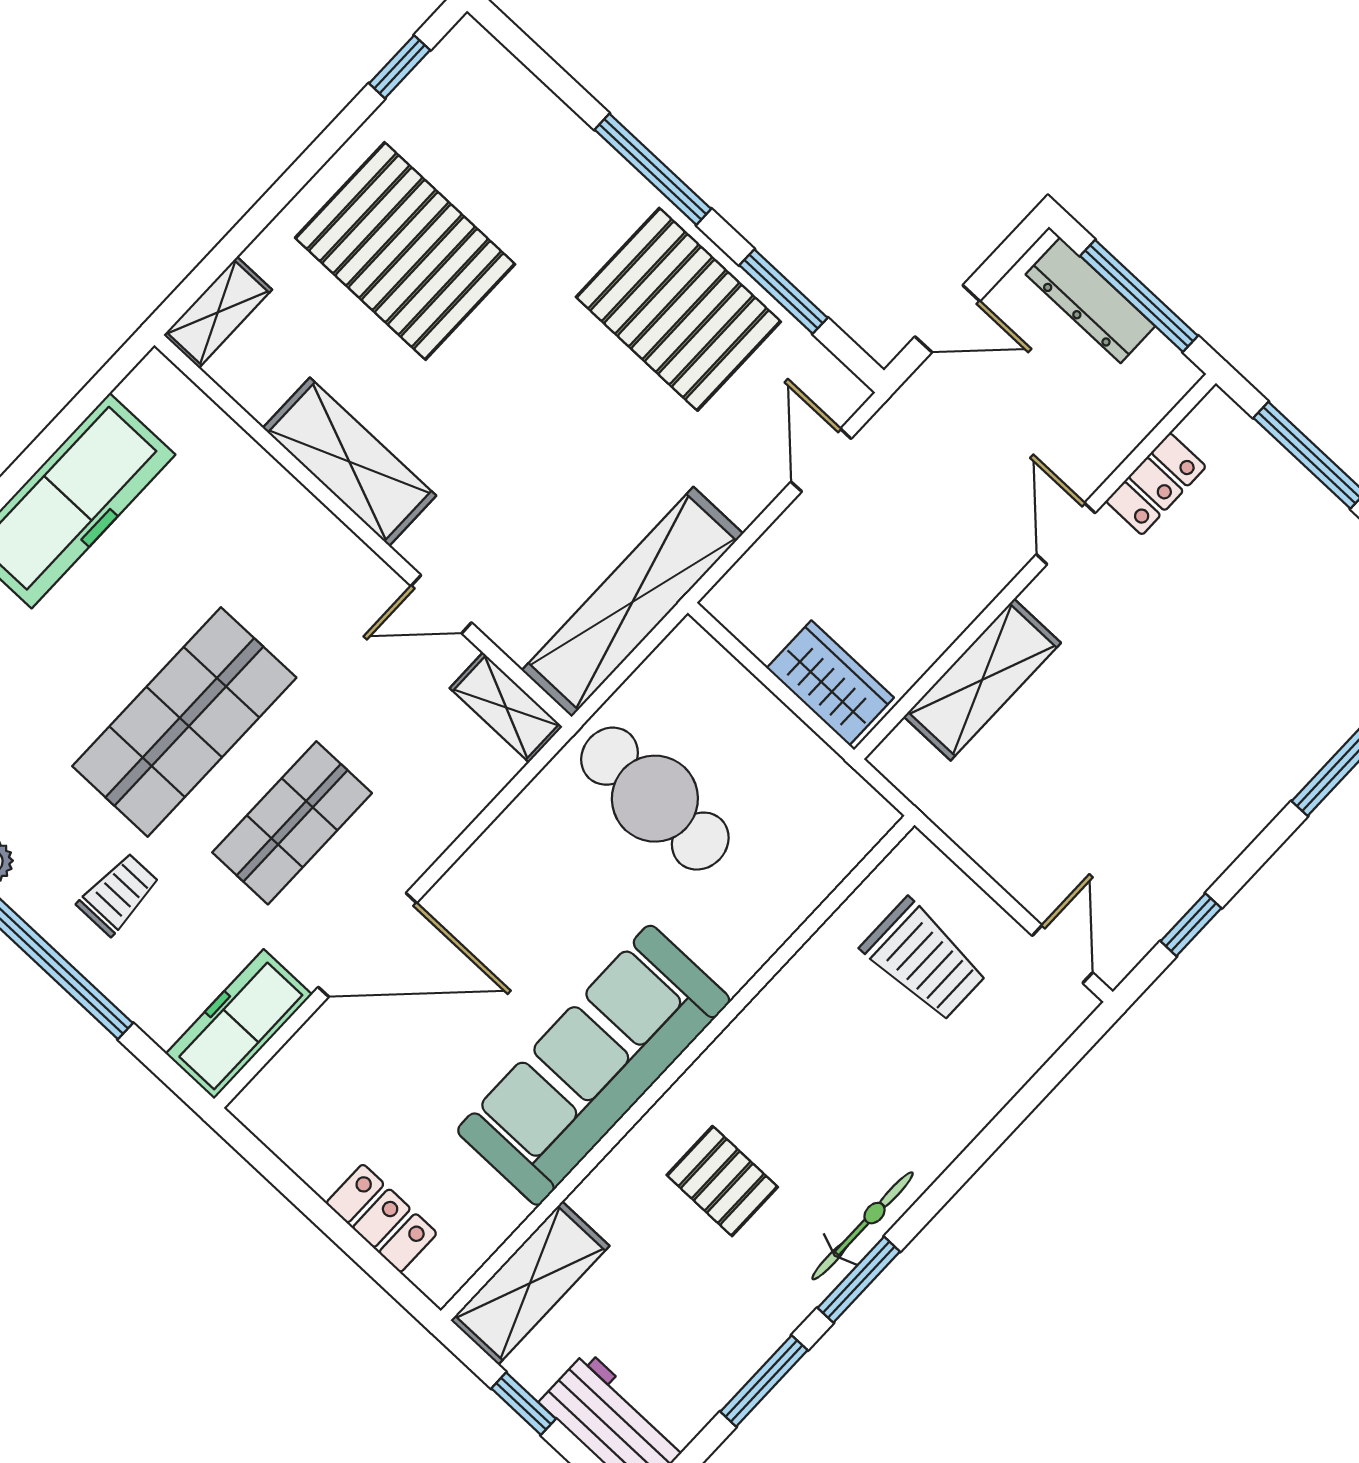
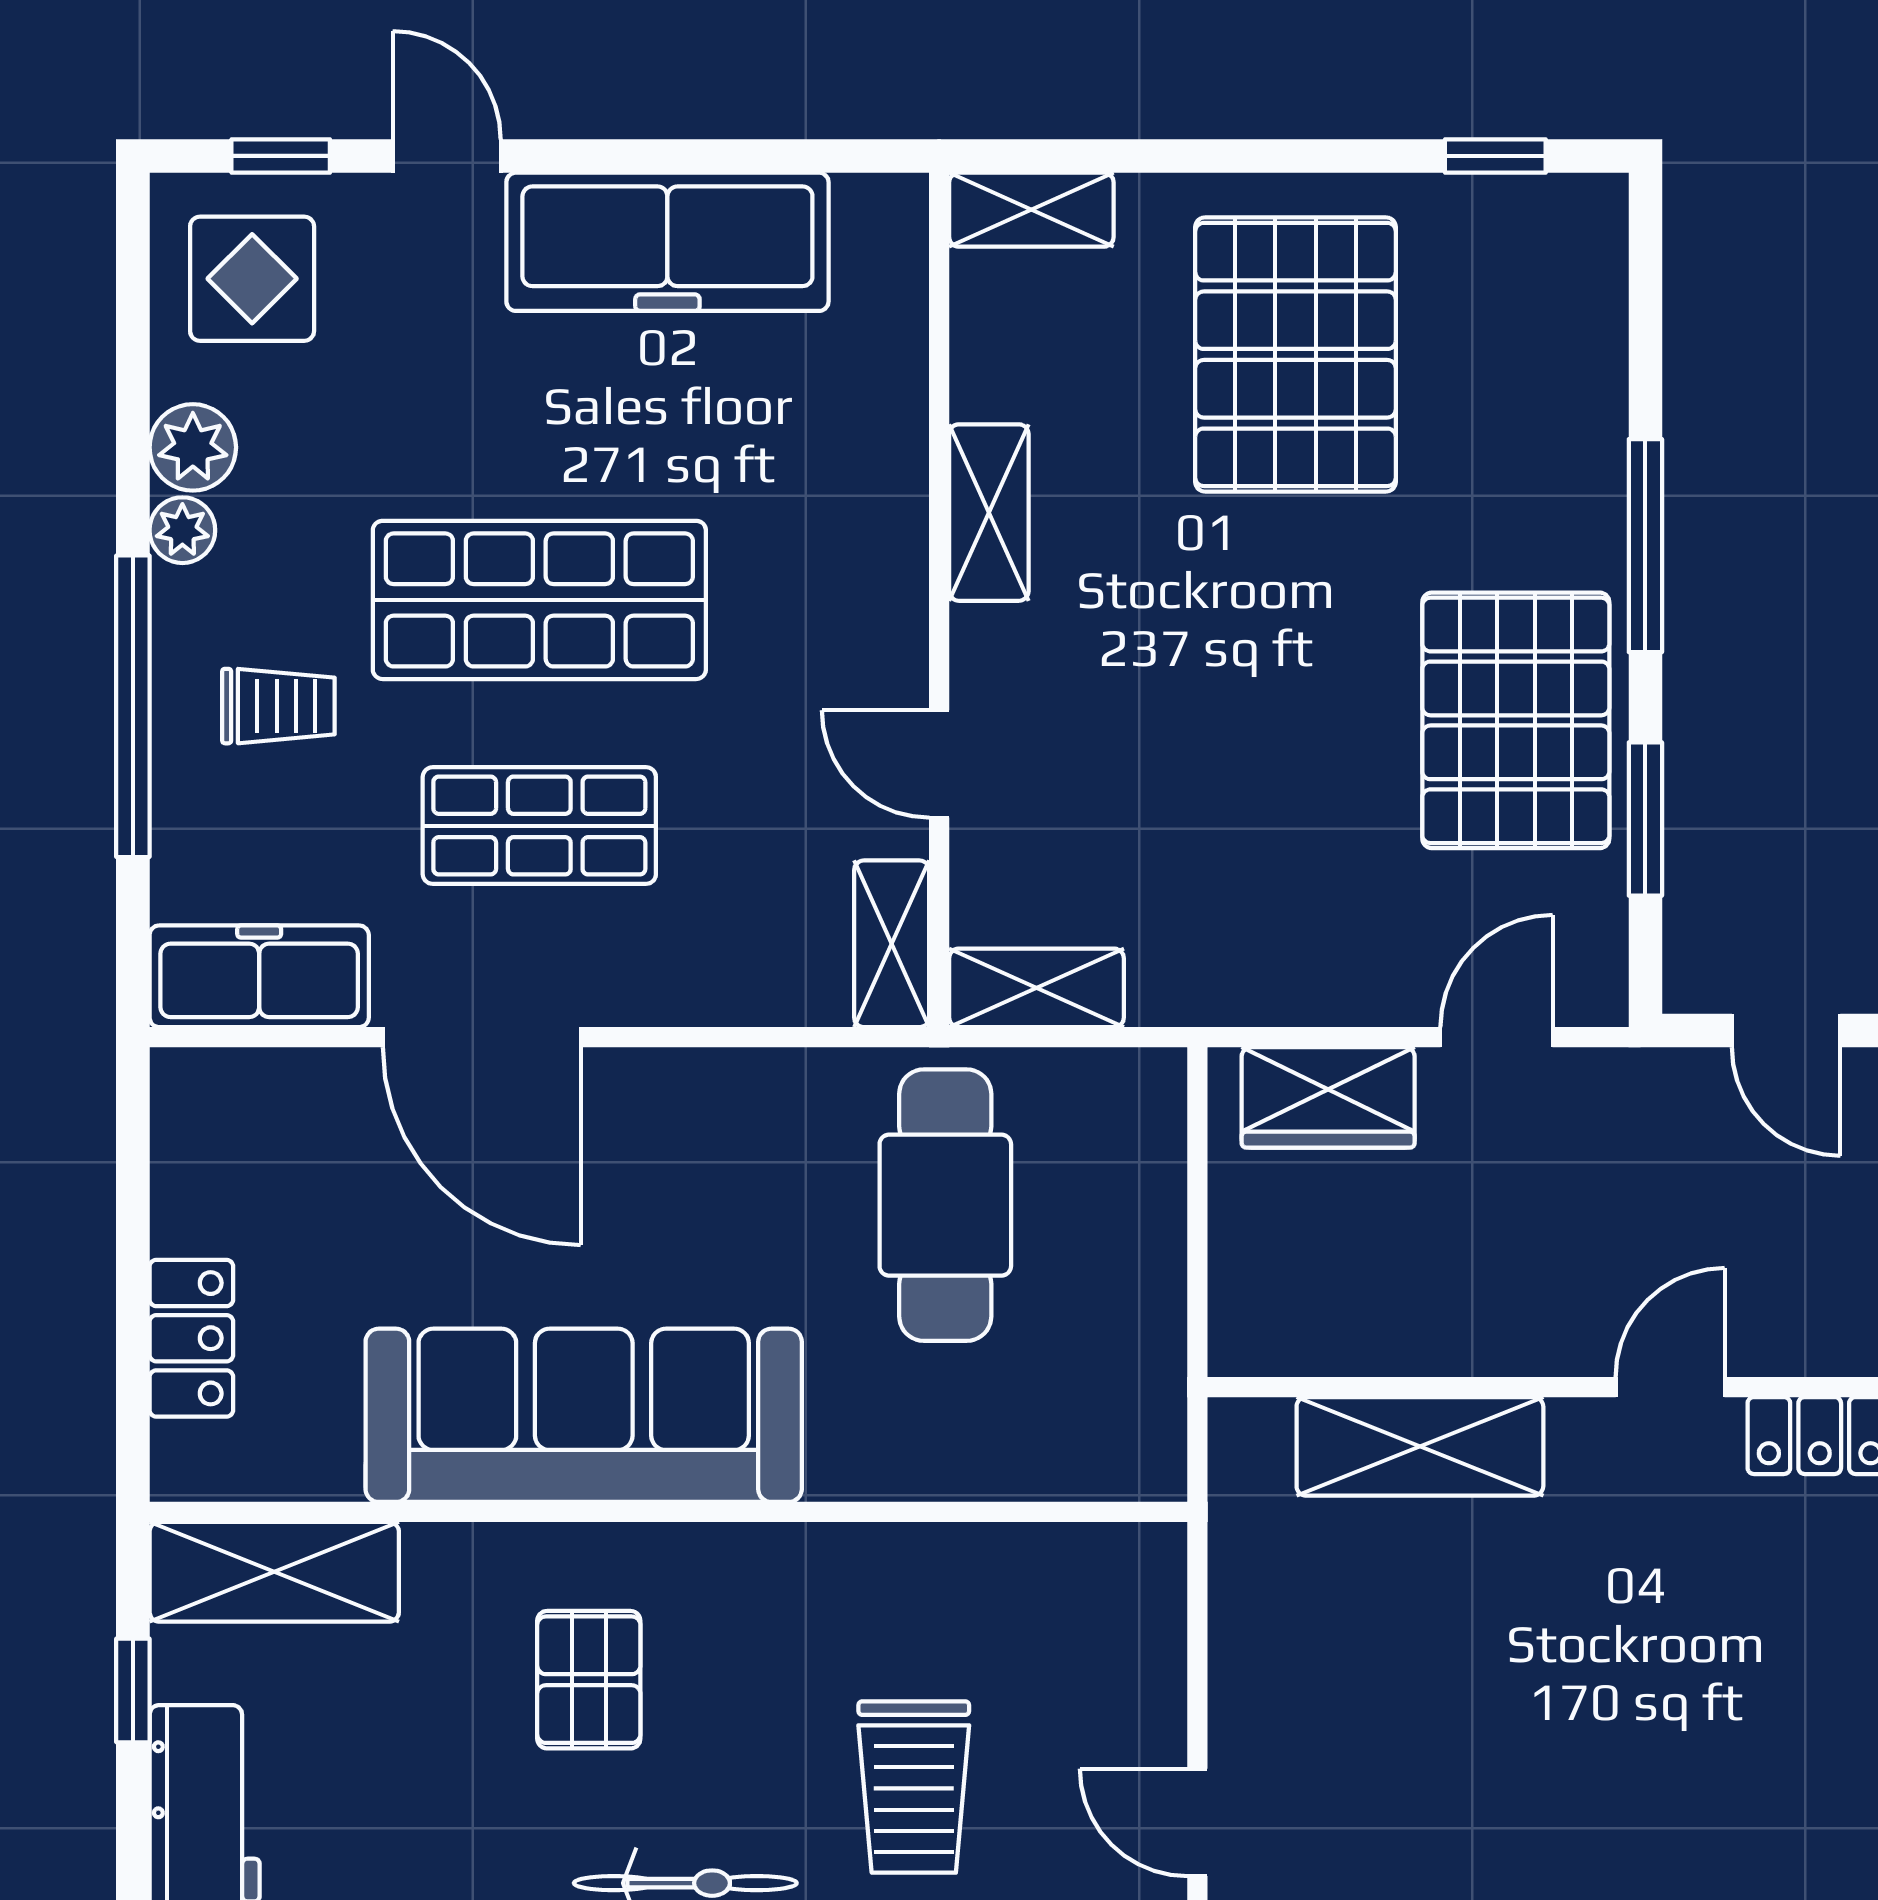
shelving: (349, 462) -> (989, 513), width x0.67, depth x0.75
shelving: (632, 602) -> (1036, 988), width x0.45, depth x0.75
wardrobe: (830, 683) -> (1328, 1097), moved, turned 90
door: (1062, 954) -> (1197, 1822), swing flipped
trolley: (924, 960) -> (914, 1787), moved

